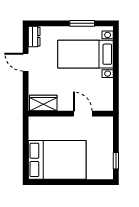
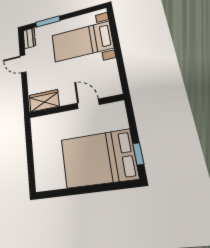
window: (82, 23) -> (48, 21), moved
bed: (57, 160) -> (98, 158), moved, turned 180

